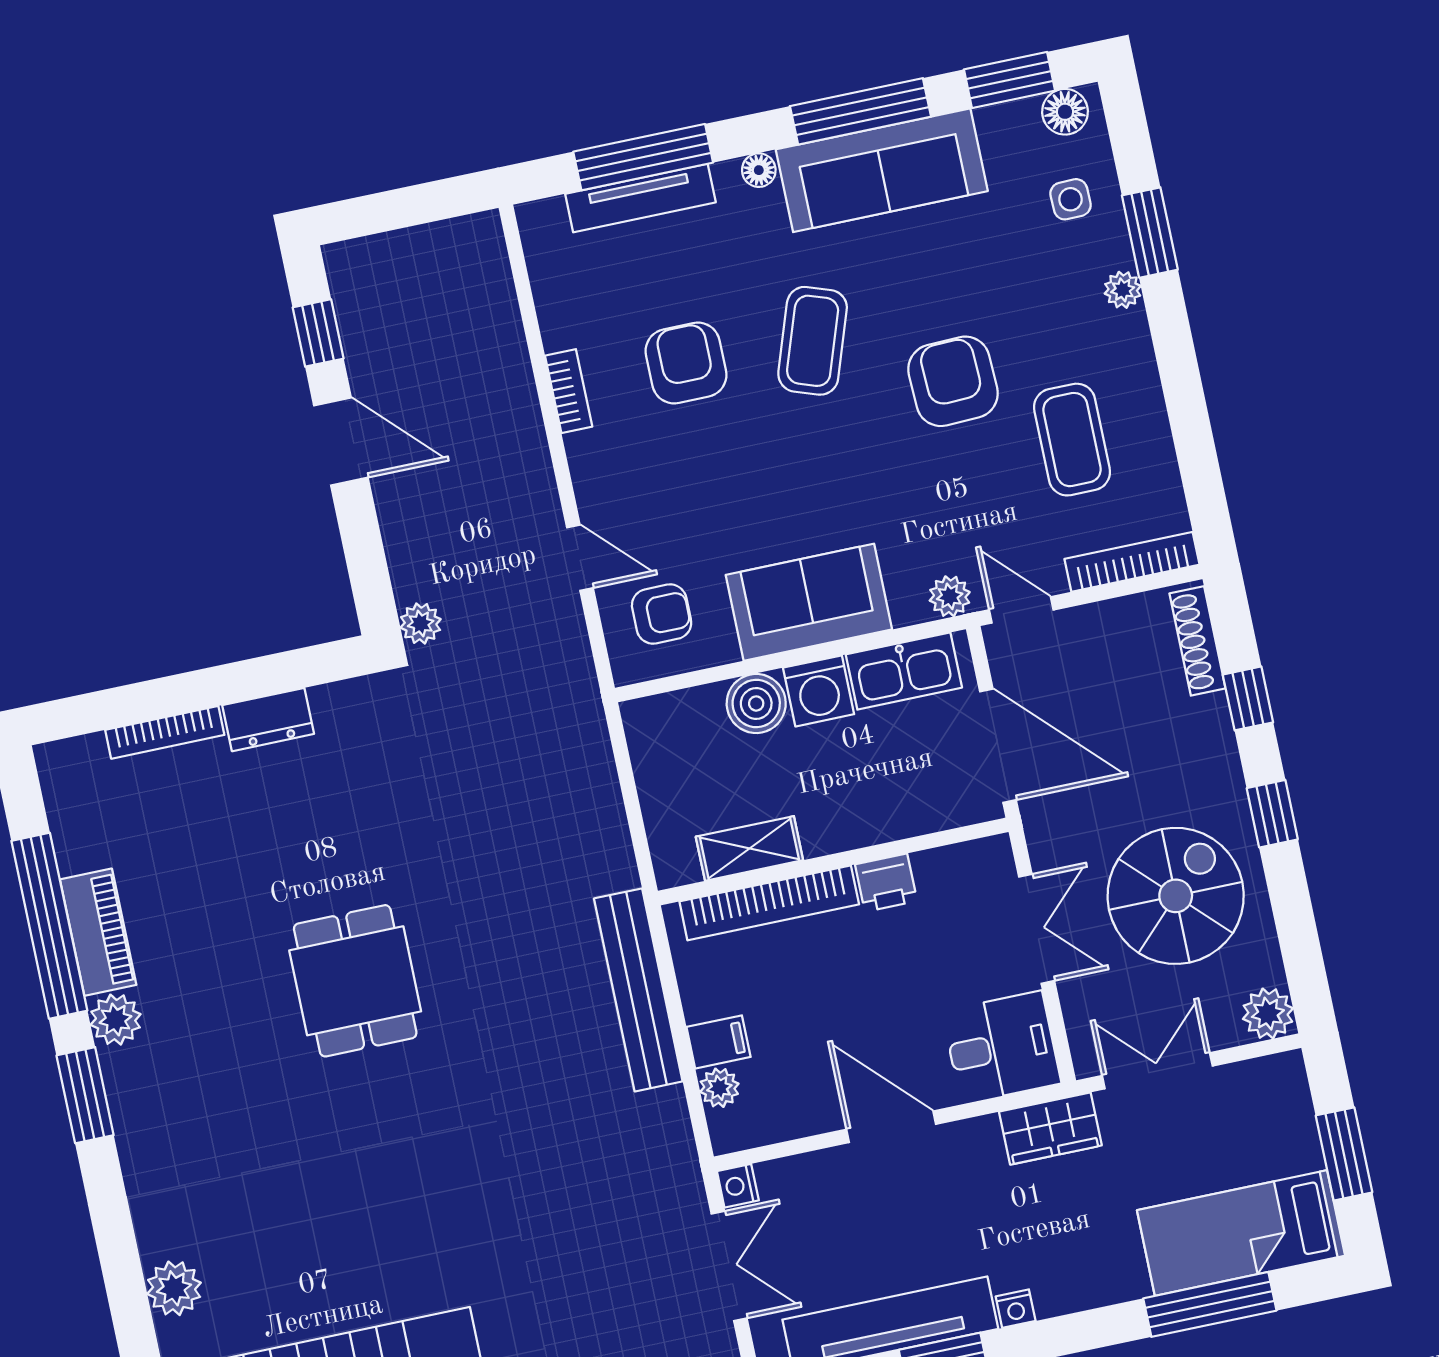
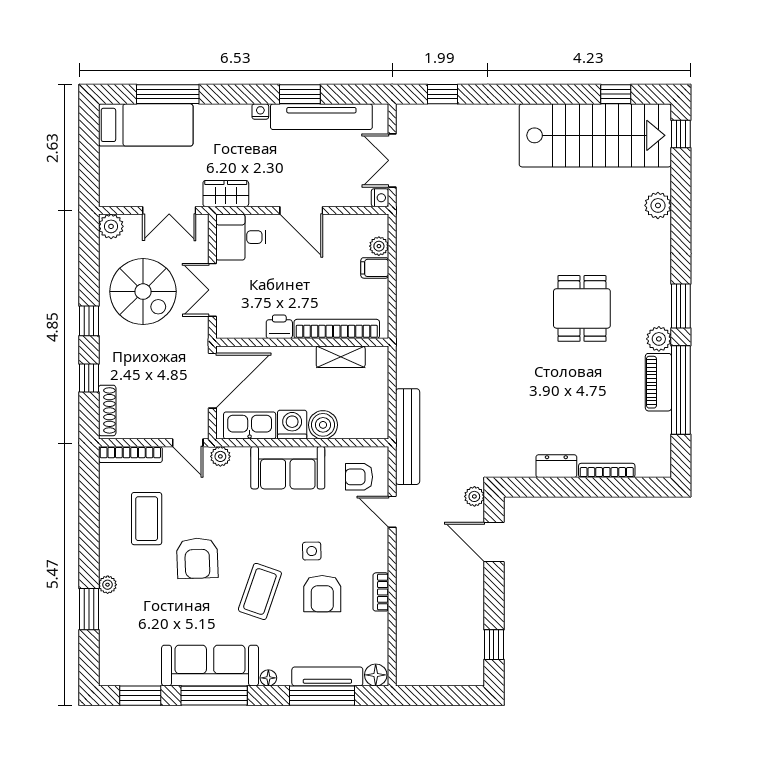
floor lamp: (1065, 112) -> (376, 675), moved
side table: (1071, 199) -> (312, 551), moved
door: (341, 442) -> (494, 542), moved
door: (998, 746) -> (212, 381), swing flipped
spiral stairs: (1176, 896) -> (143, 292), turned -90
dining table: (355, 981) -> (582, 308), moved
bench: (638, 990) -> (408, 437), moved
window: (1344, 1154) -> (89, 152), removed

